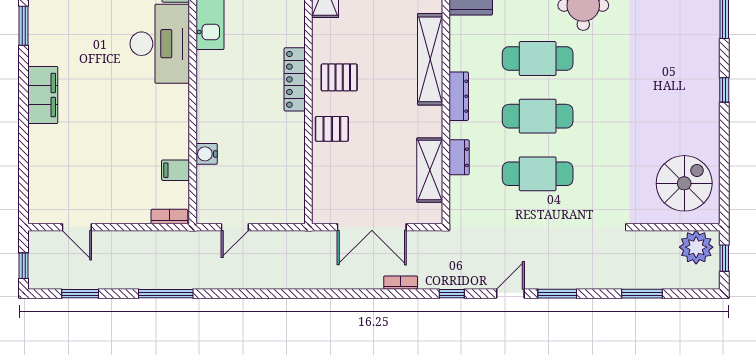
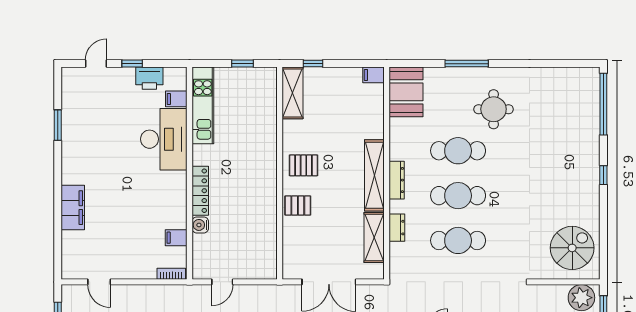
shelving: (430, 59) -> (374, 175), moved
locker: (295, 79) -> (200, 191), moved, turned 180
filing cabinet: (43, 95) -> (73, 208), moved

